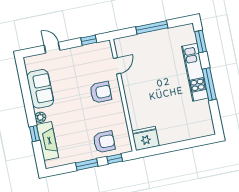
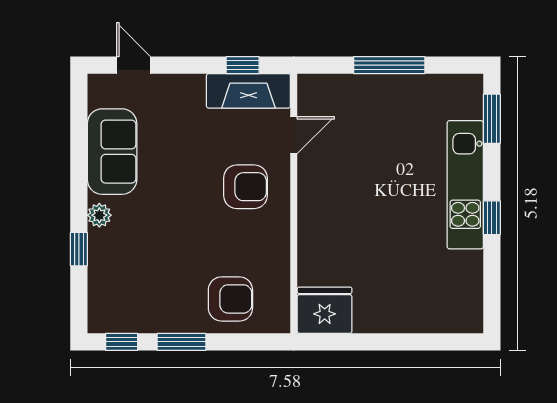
door: (52, 48) -> (133, 65), moved
window: (209, 84) -> (492, 218), width x0.46
fireplace: (48, 141) -> (248, 91), moved, turned 90
window: (115, 159) -> (122, 342), moved

